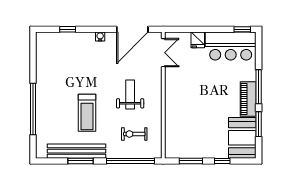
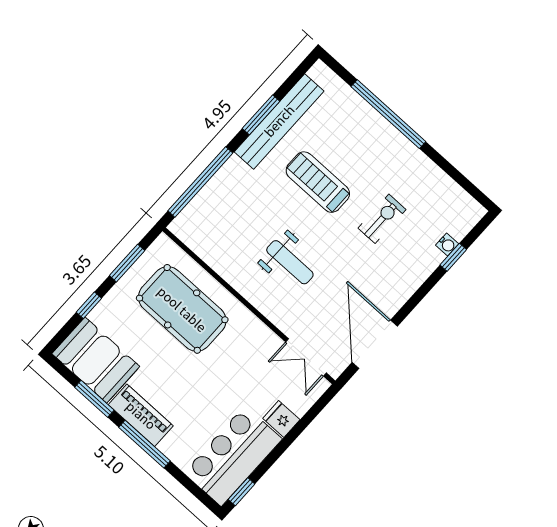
water cooler: (100, 37) -> (447, 244), moved
pool table: (189, 121) -> (182, 309), added
exercise bike: (134, 134) -> (382, 219), moved

